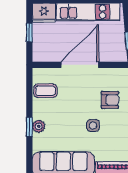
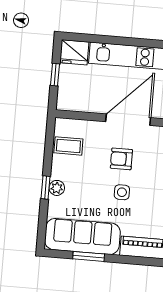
door: (80, 65) -> (128, 120), moved
armchair: (110, 100) -> (121, 159), moved, turned 180

